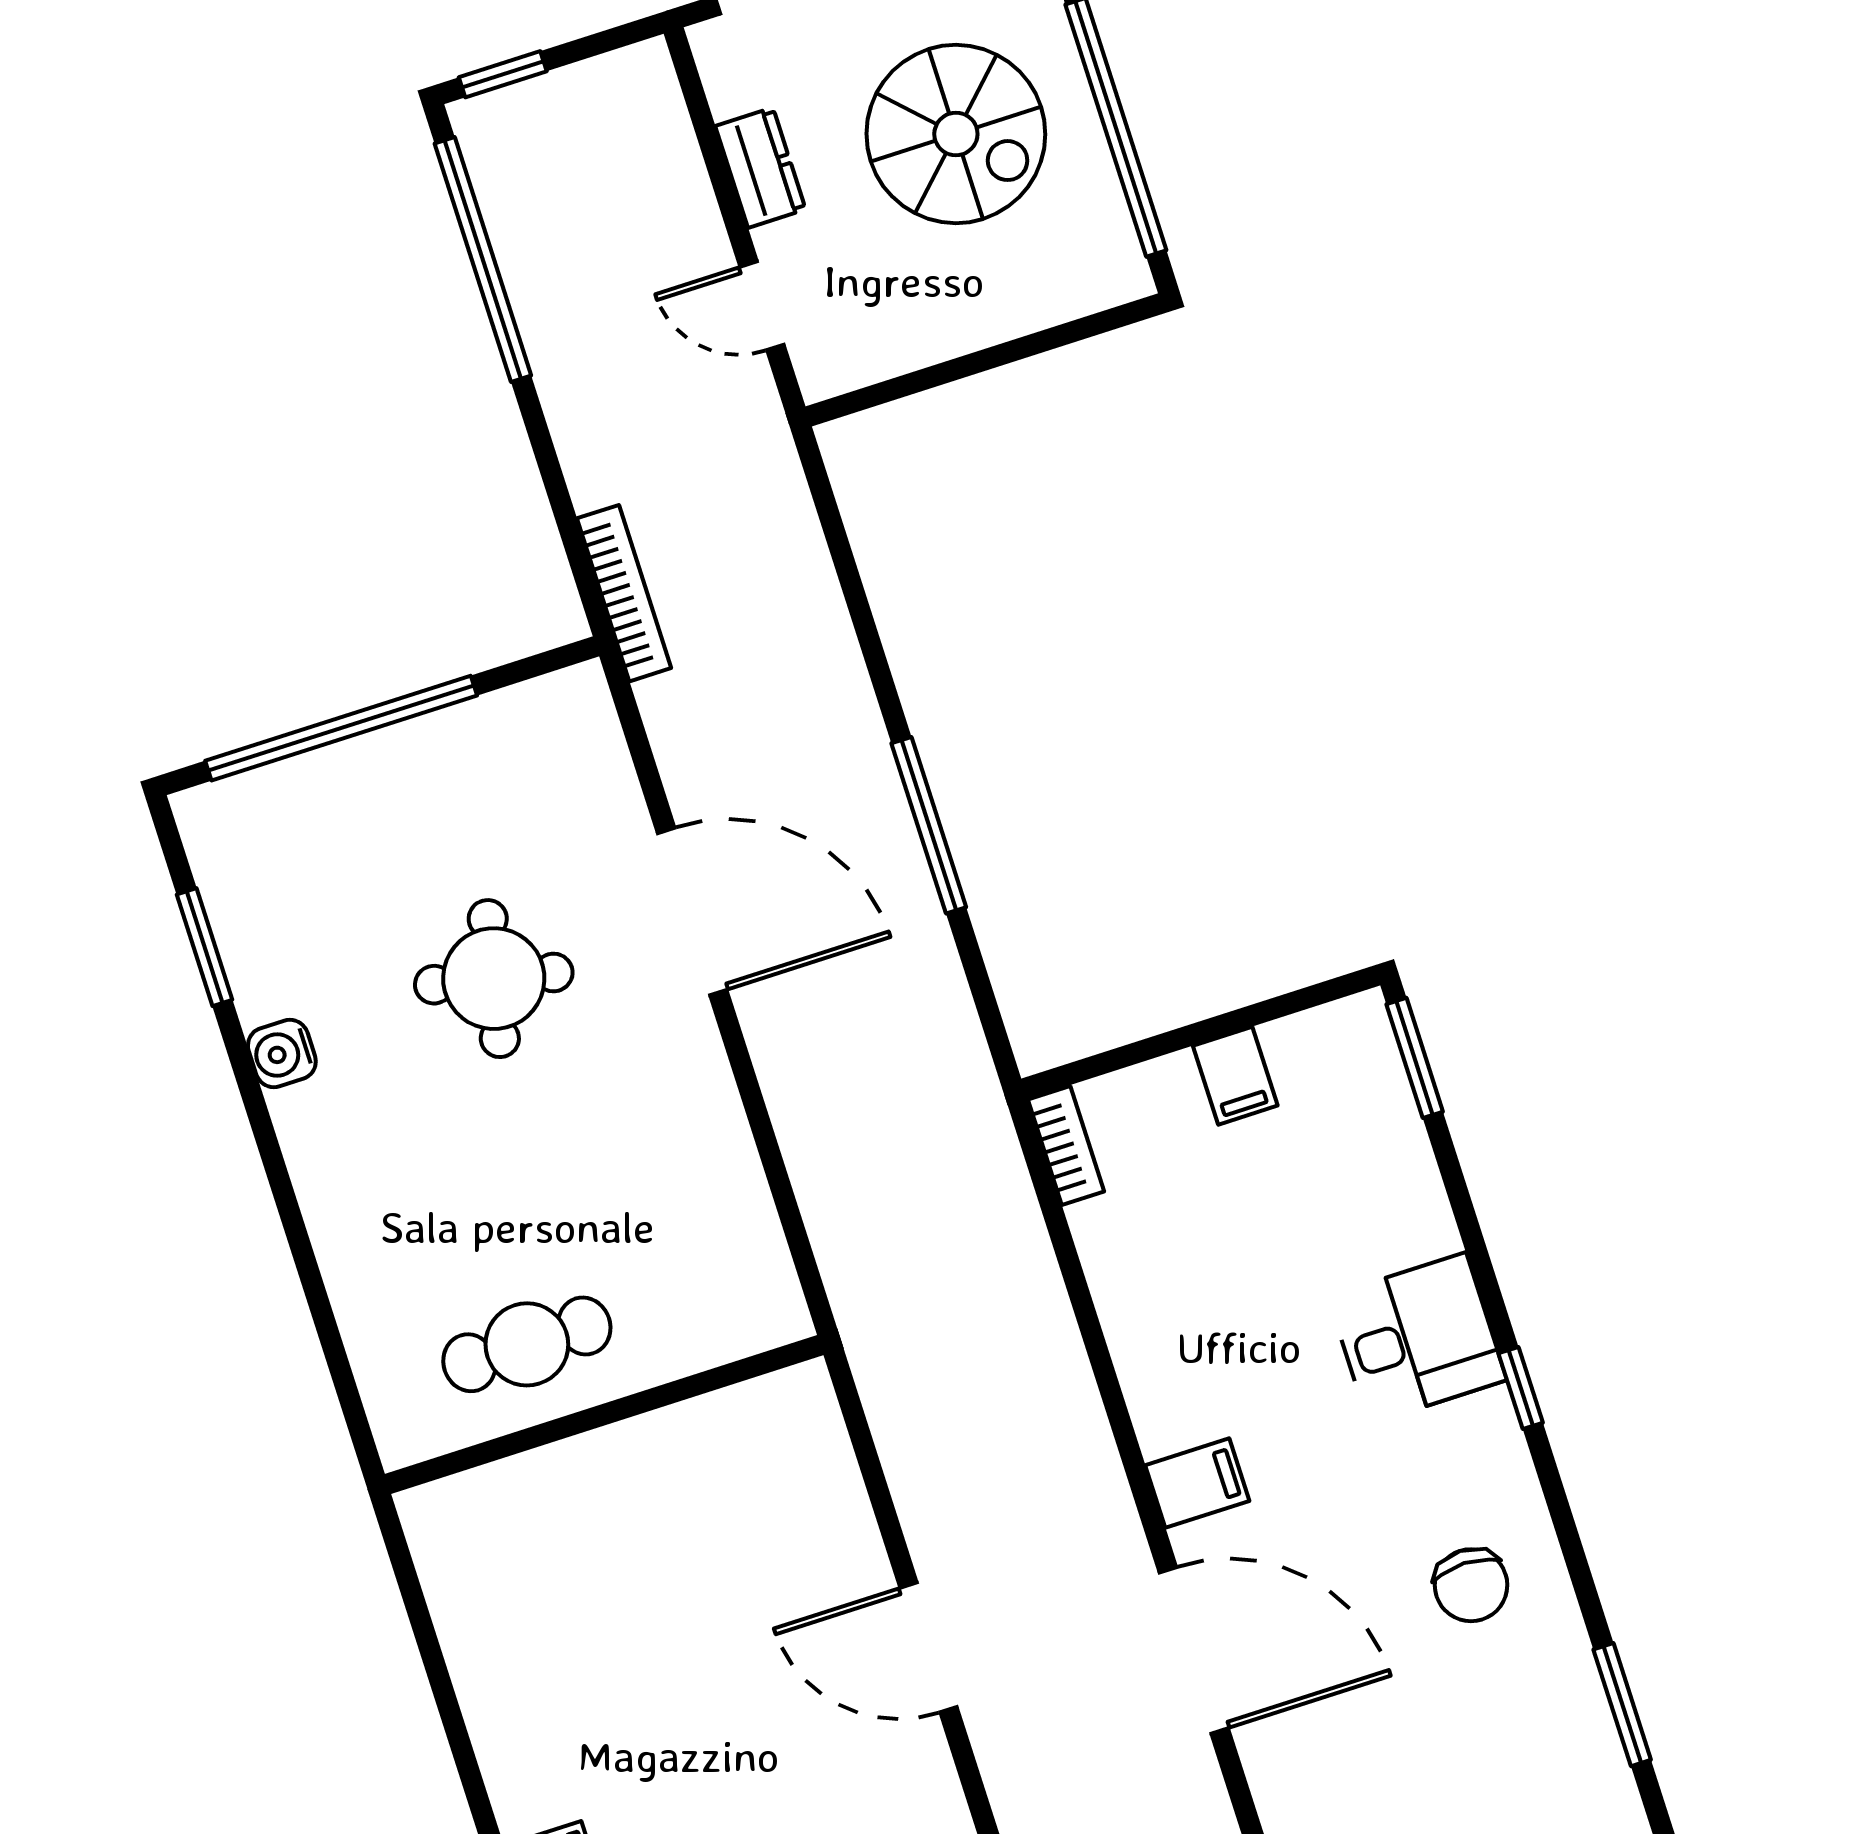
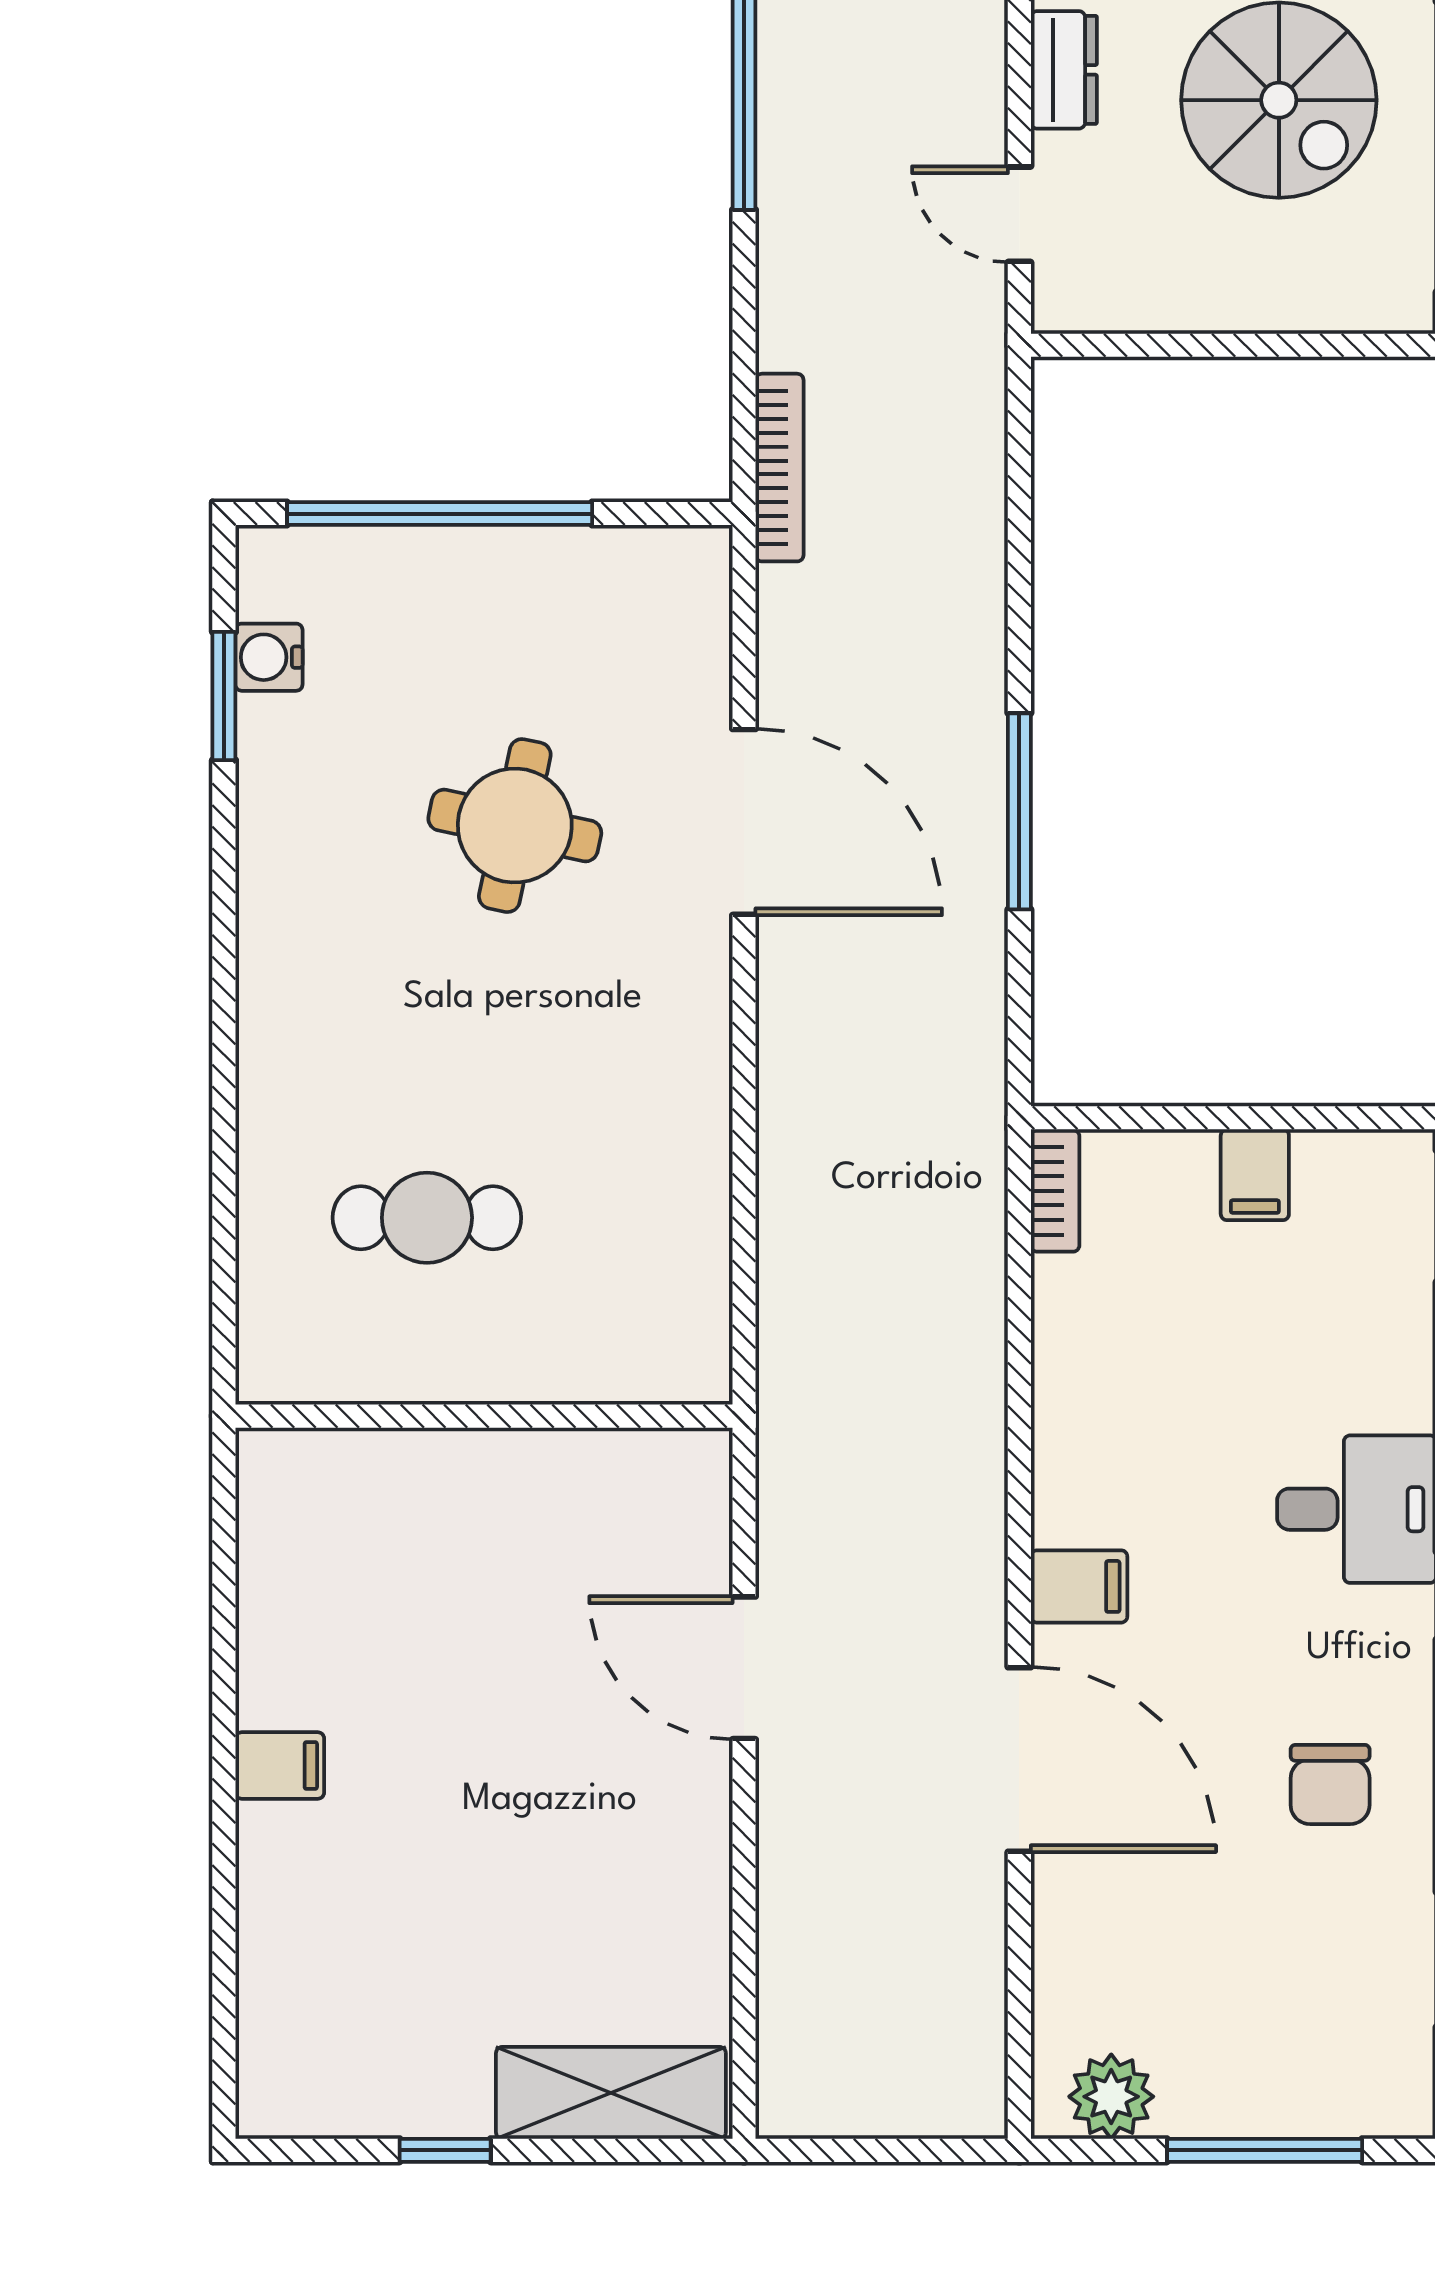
water cooler: (282, 1053) -> (269, 657), moved
wall: (604, 1414) -> (484, 1416), moved

